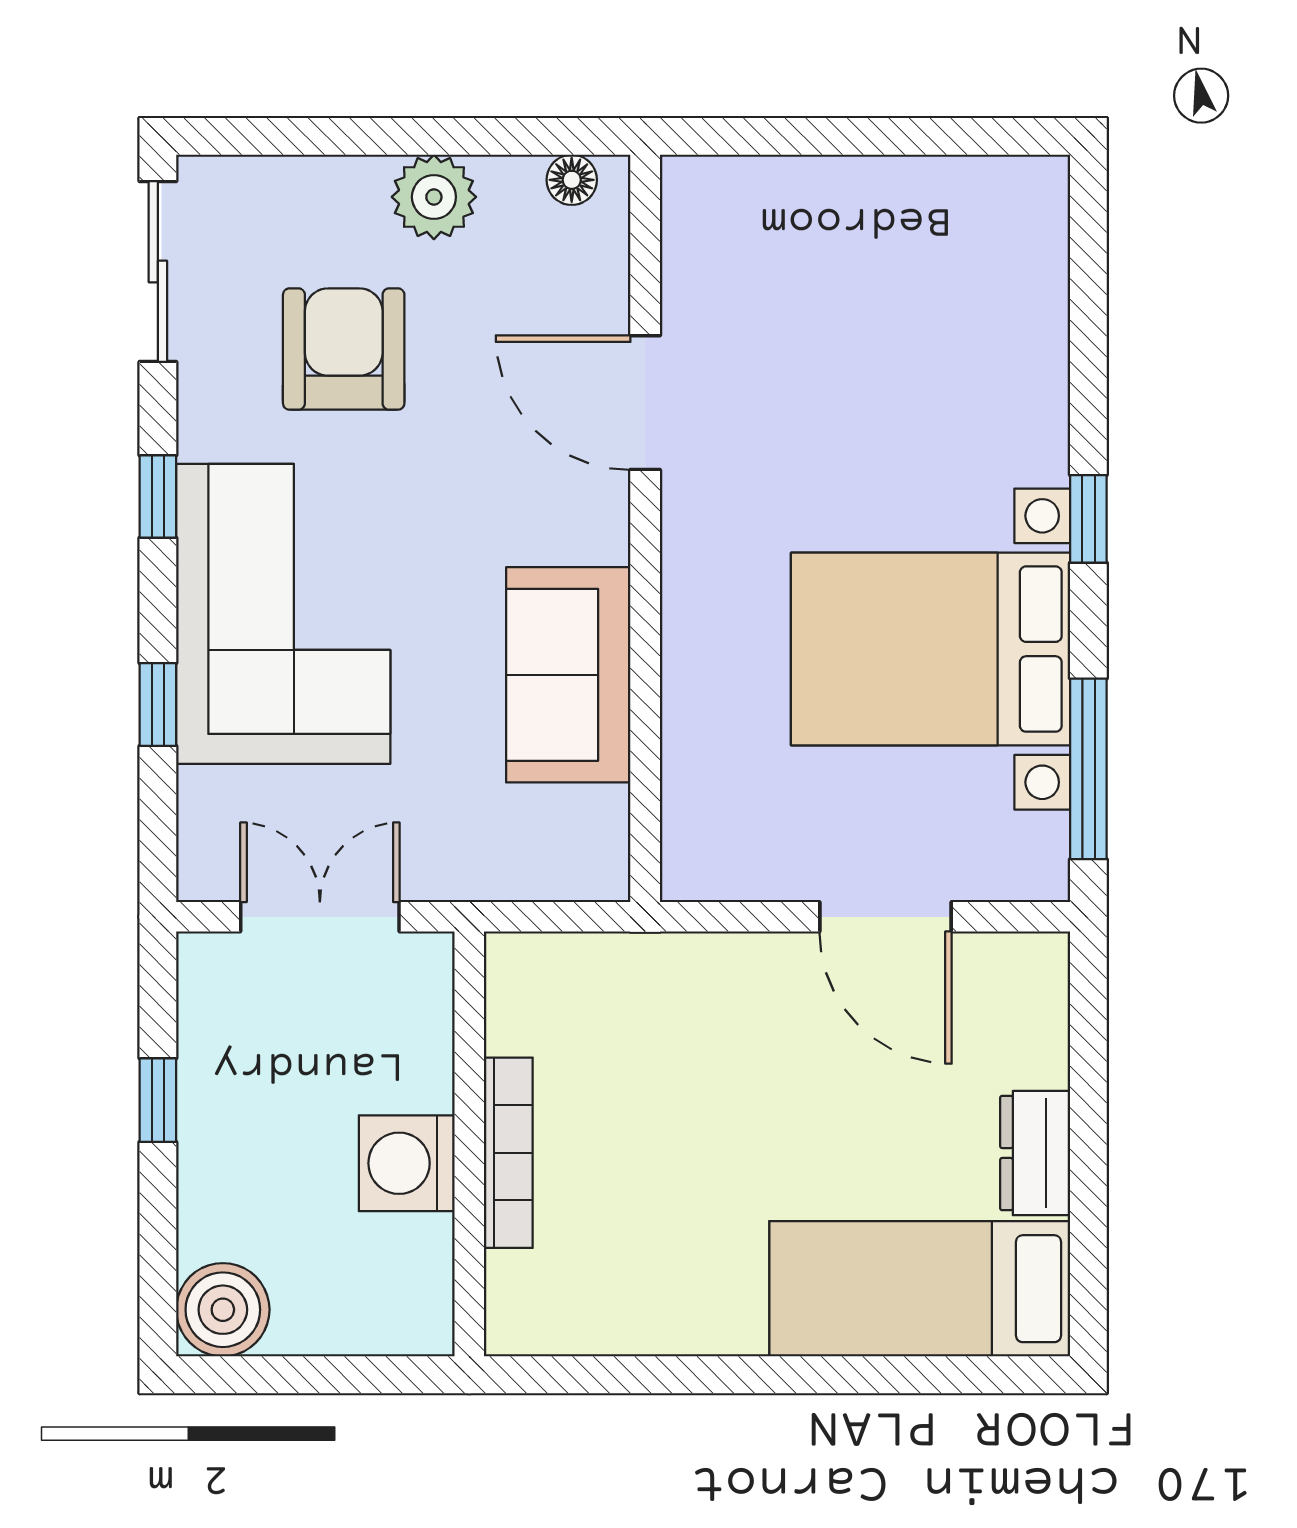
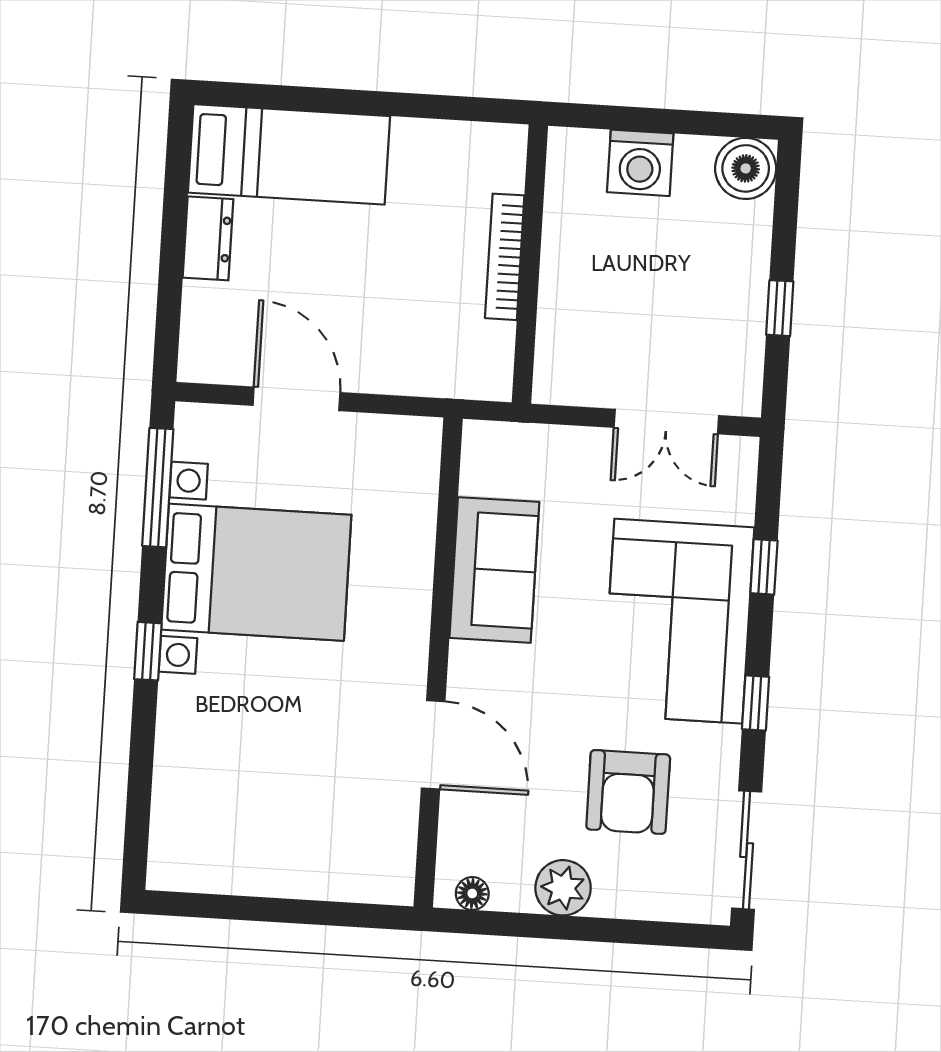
wall: (469, 1144) -> (530, 264), moved
bookcase: (508, 1153) -> (505, 257), moved
washing machine: (407, 1163) -> (640, 163), moved, turned 90

